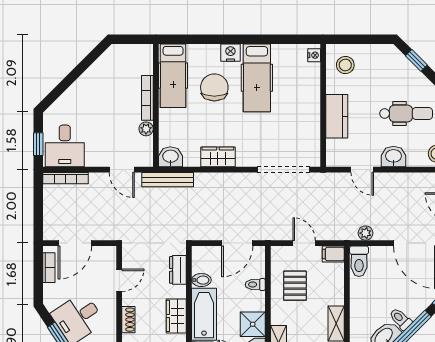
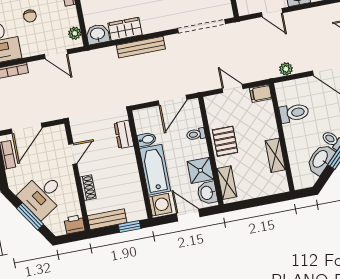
chair: (102, 123) -> (30, 16), added
plant: (146, 129) -> (75, 33), moved
wardrobe: (218, 157) -> (125, 29), moved
bench: (168, 180) -> (141, 47), moved
toilet: (359, 261) -> (294, 113), moved, turned -90
pallet: (295, 286) -> (225, 141), moved
wardrobe: (176, 316) -> (130, 176), removed

